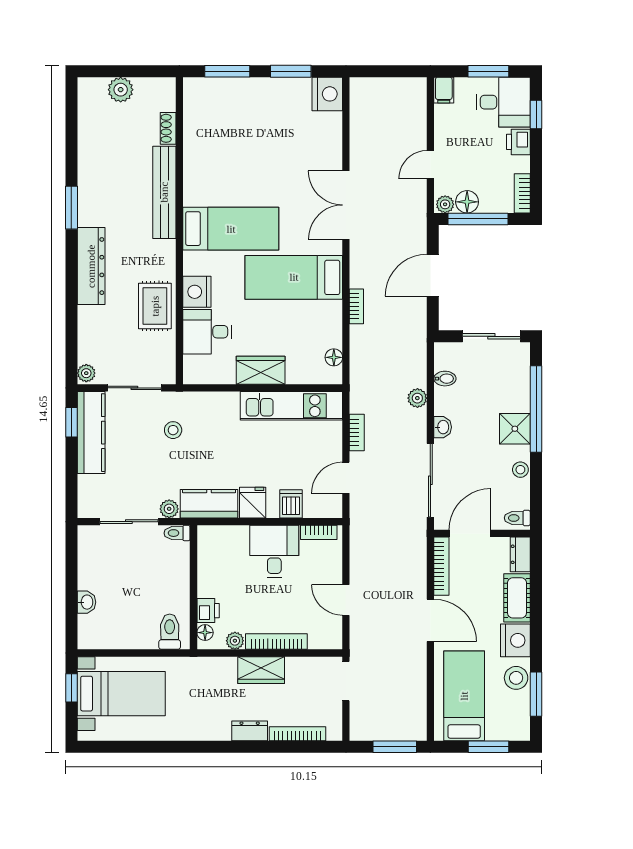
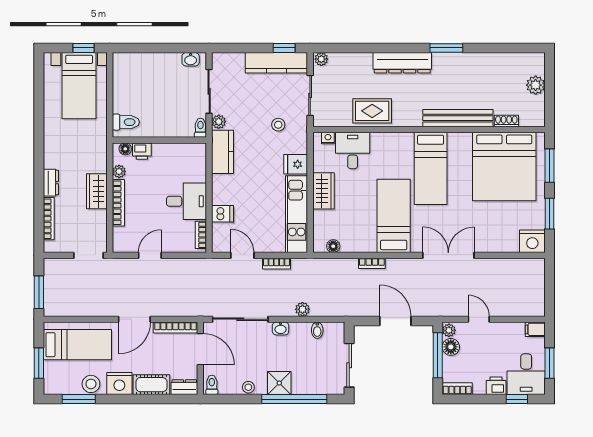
bed: (228, 131) -> (504, 167), added
nightstand: (197, 292) -> (328, 138), moved, width x0.53, depth x0.56
fridge: (253, 503) -> (296, 164), moved, turned 180
washbasin: (87, 602) -> (191, 59), moved

